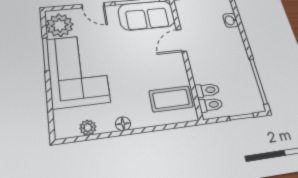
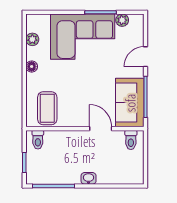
washbasin: (230, 20) -> (89, 178), moved
plant: (60, 25) -> (122, 20), width x0.53, depth x0.53
toilet: (207, 90) -> (131, 140), moved

